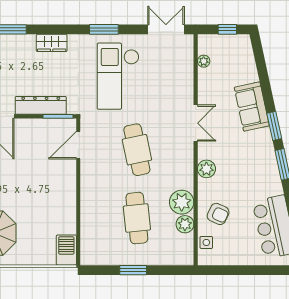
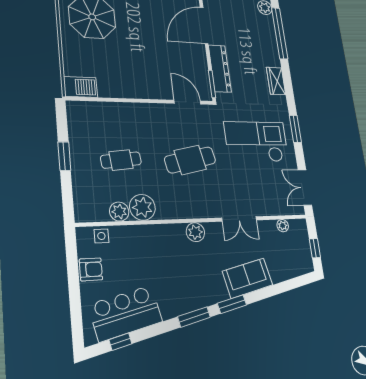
double door: (166, 29) -> (305, 188), swing flipped
double door: (196, 123) -> (239, 219), moved
plant: (206, 169) -> (195, 232), moved
armchair: (218, 214) -> (91, 269), moved, turned -115
cafe table: (137, 218) -> (121, 160), width x0.73, depth x0.74

